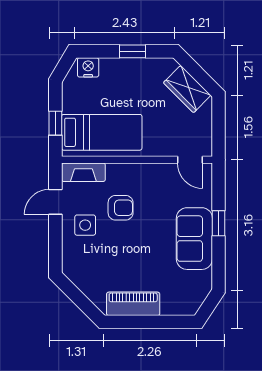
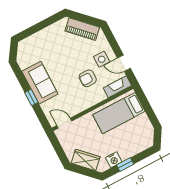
nightstand: (88, 67) -> (114, 160), moved
window: (55, 123) -> (146, 105), removed
door: (55, 202) -> (124, 63), swing flipped
piano: (133, 304) -> (82, 29), moved, turned 45

